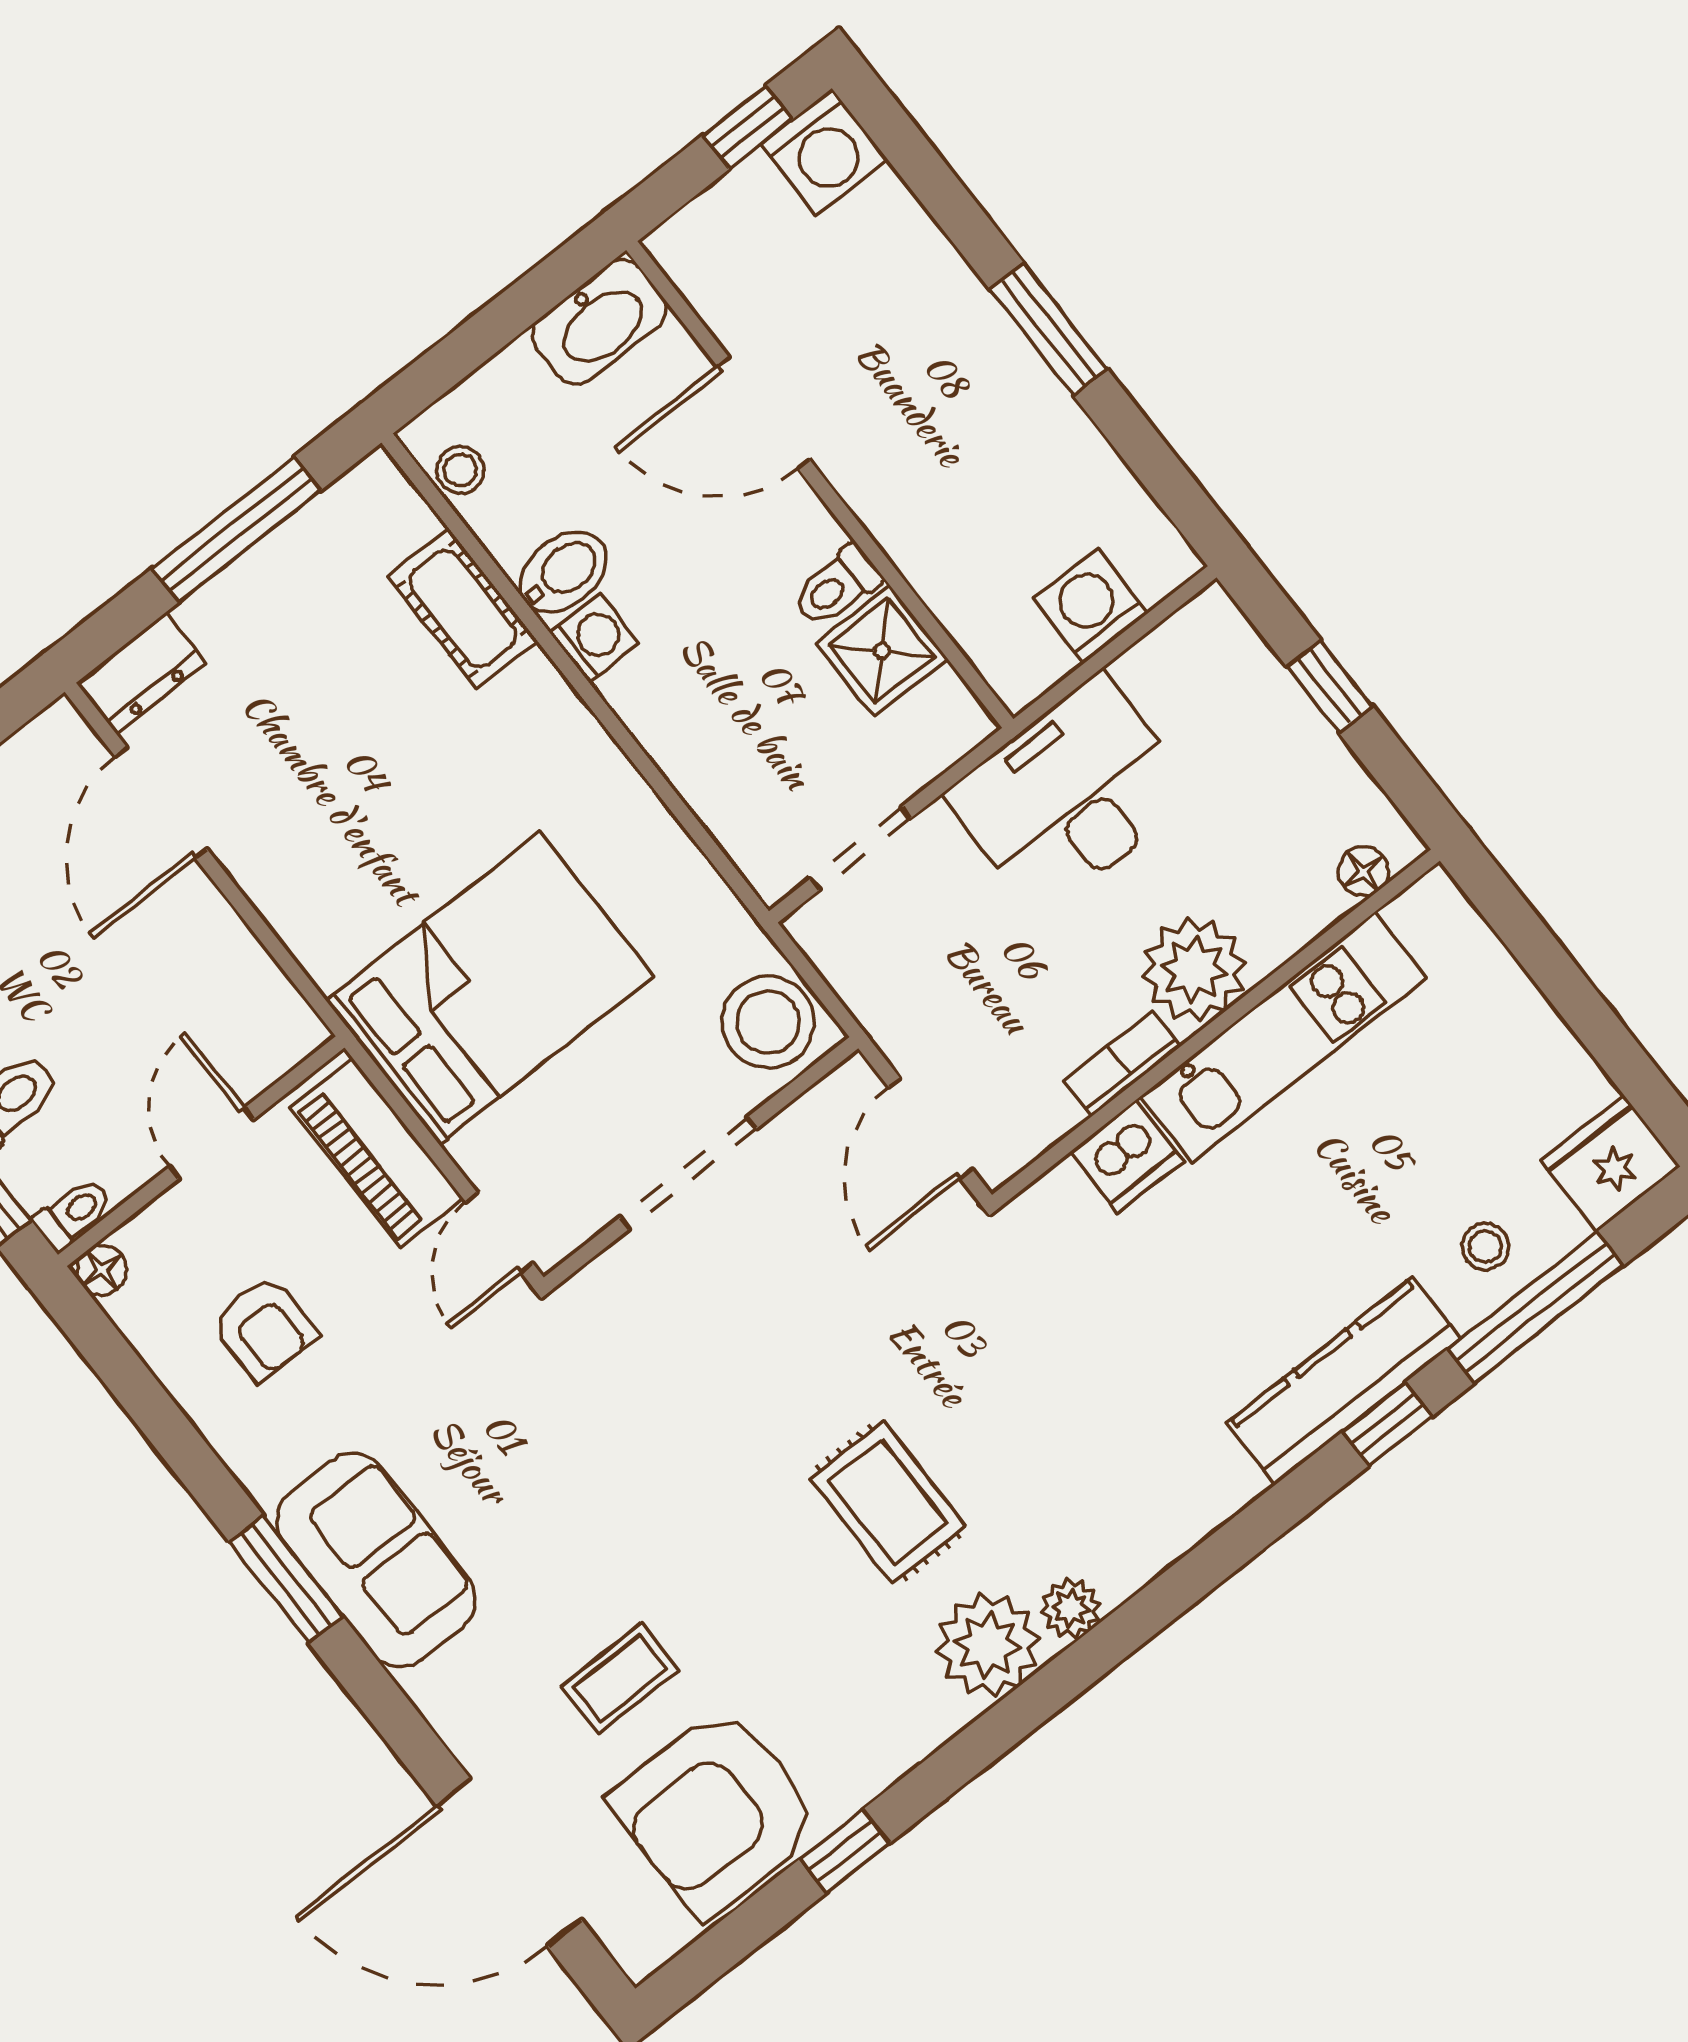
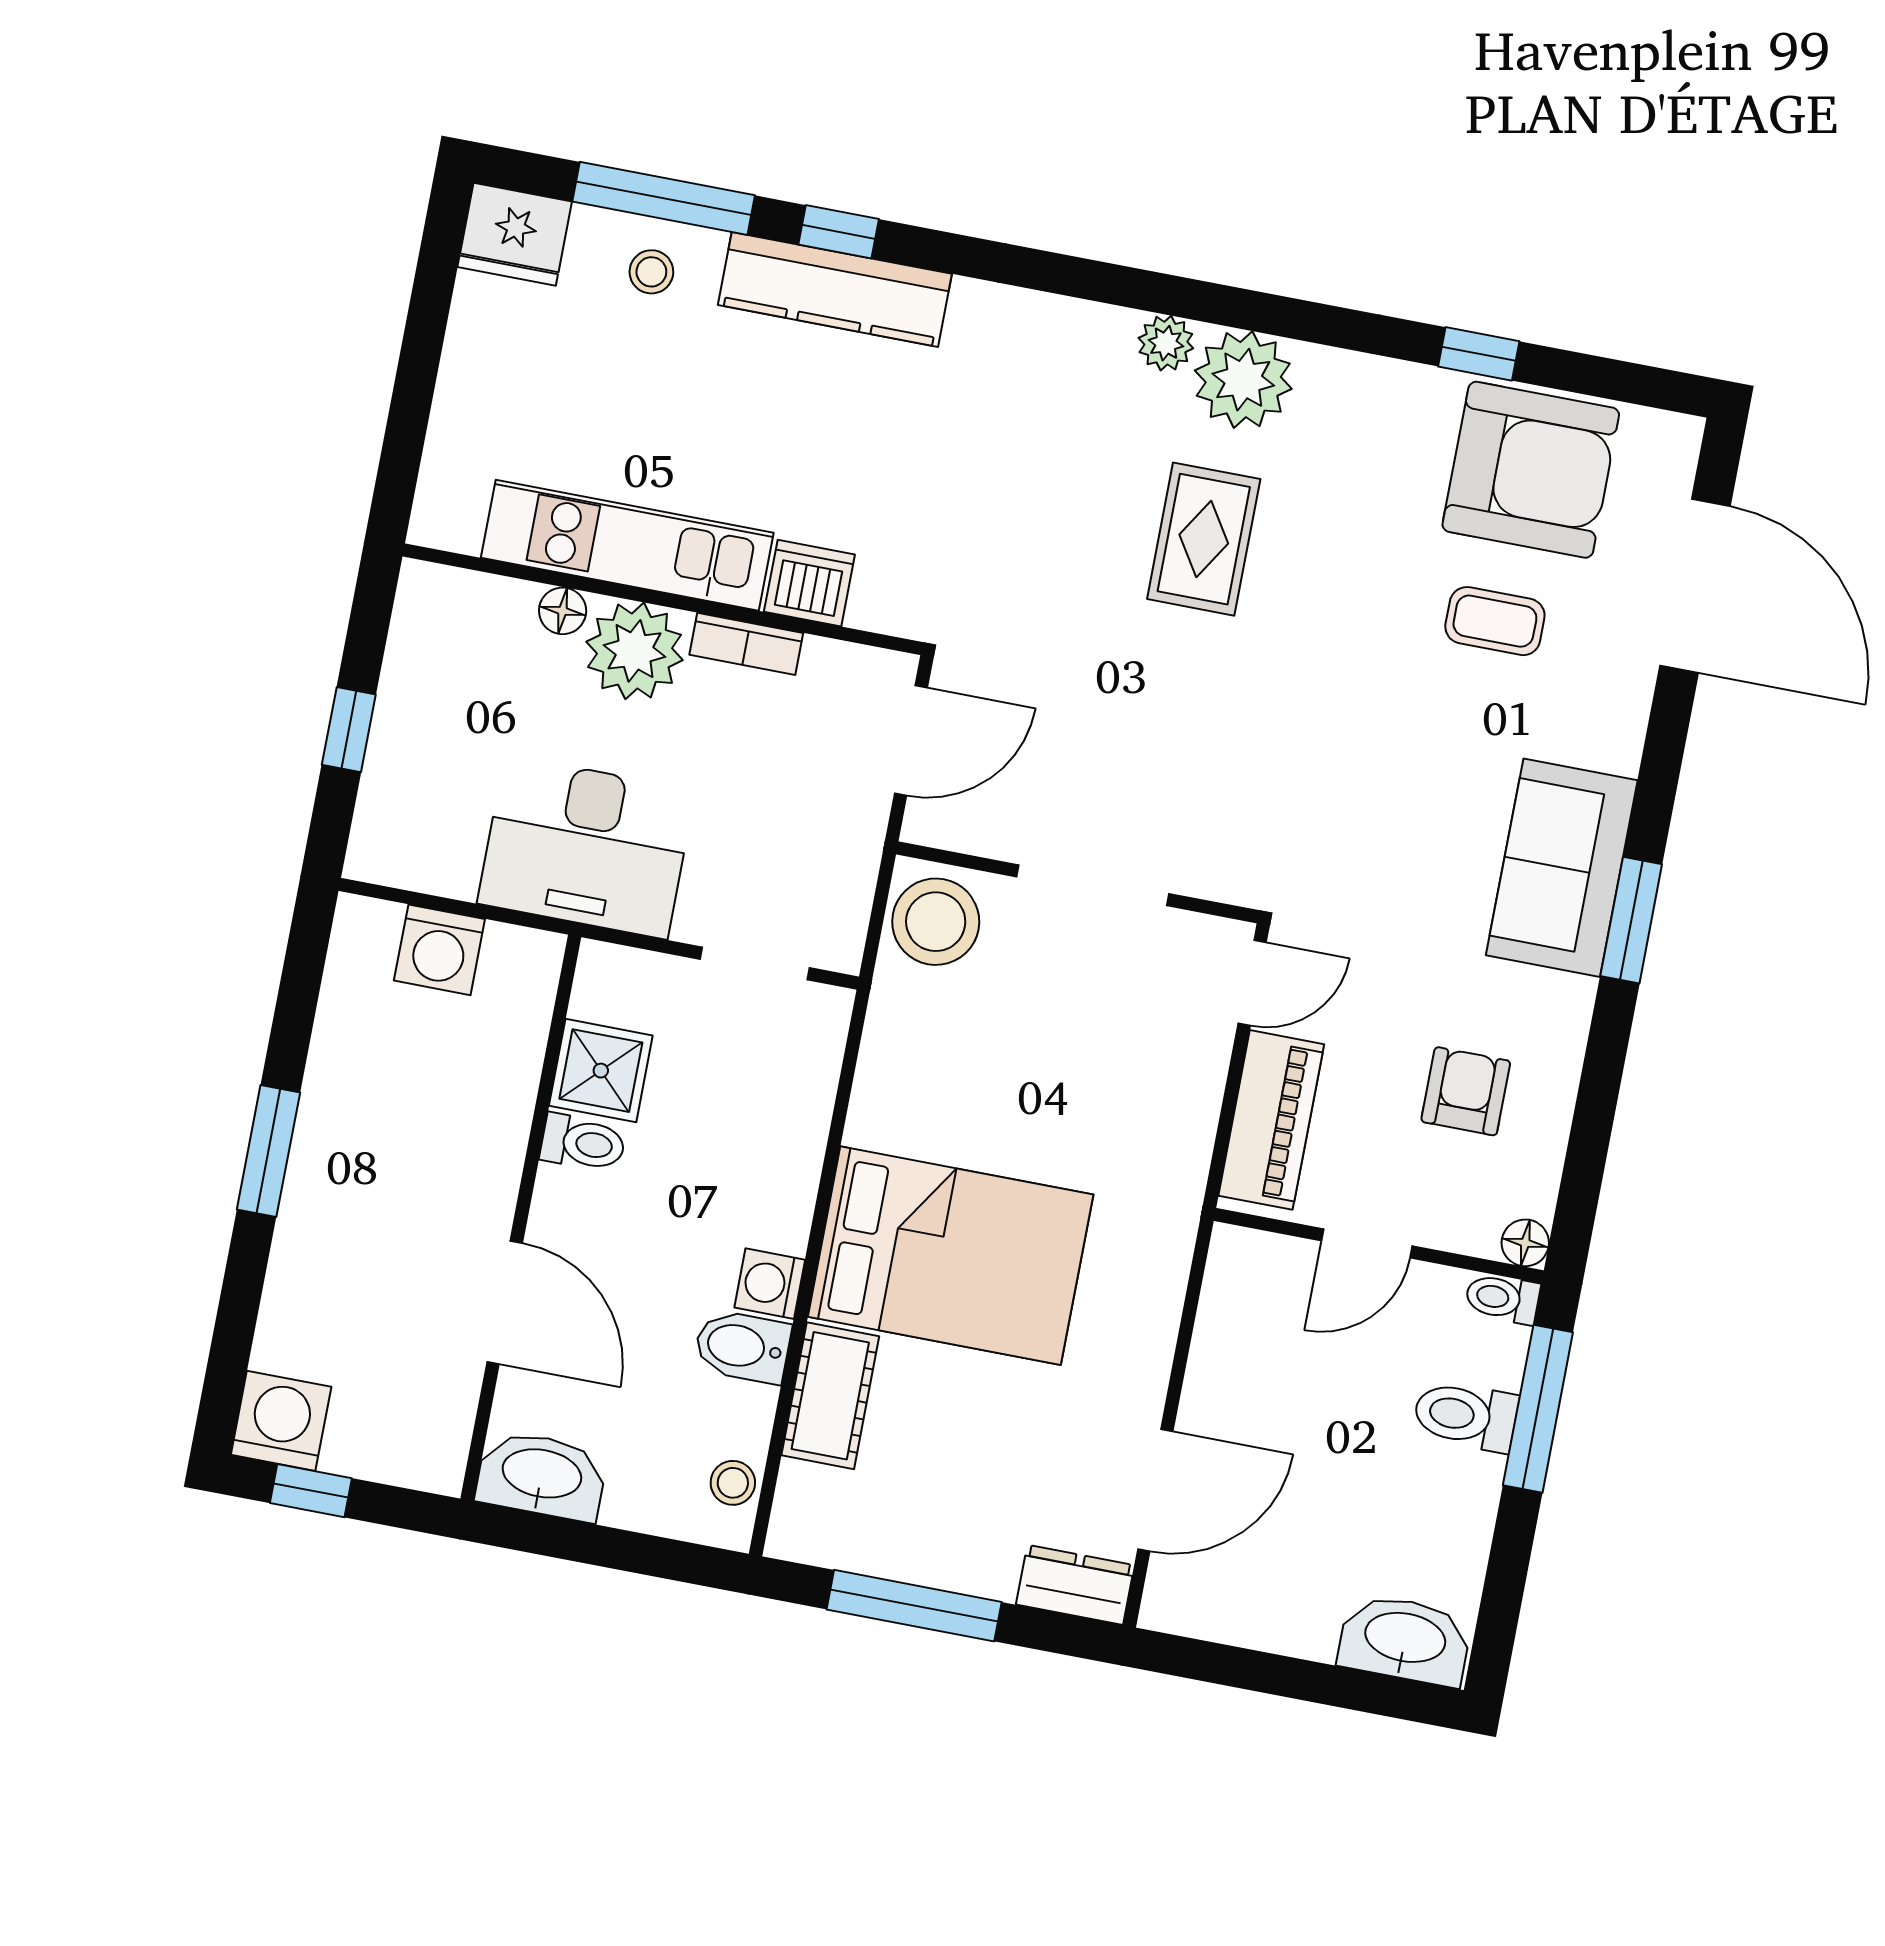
floor lamp: (1363, 871) -> (563, 611), moved
bed: (490, 988) -> (951, 1256), moved, turned 180

